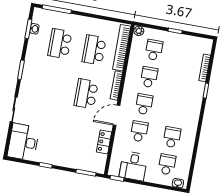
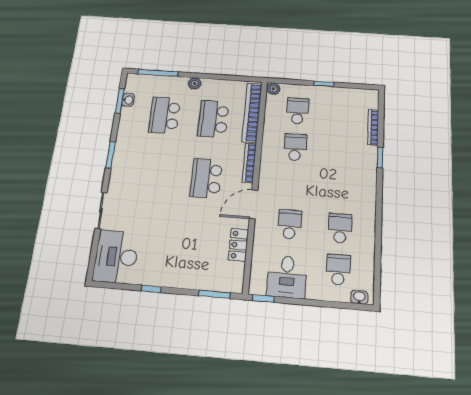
plant: (83, 21) -> (195, 83), added
school desk: (144, 104) -> (292, 185), removed

